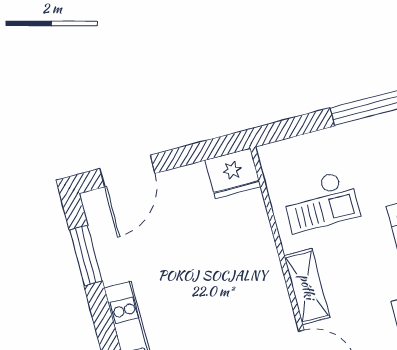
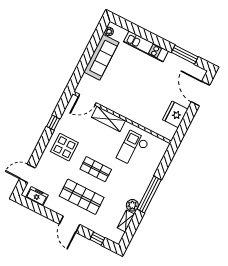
fridge: (233, 173) -> (175, 114), moved

